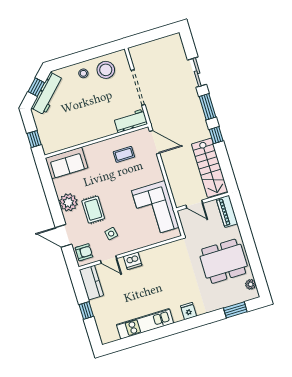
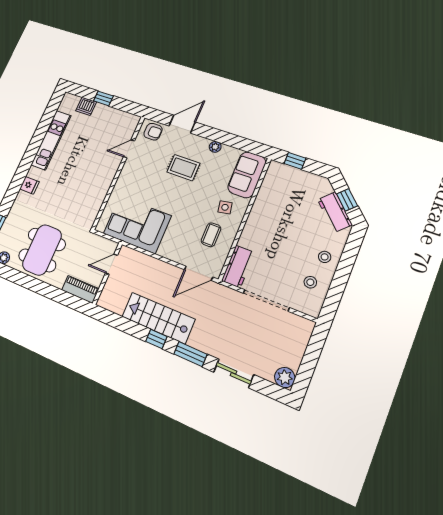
plant: (175, 41) -> (285, 377), added
stool: (106, 70) -> (310, 282), width x0.53, depth x0.53
workbench: (47, 94) -> (335, 212), width x0.73
stairs: (210, 168) -> (158, 318), moved
plant: (68, 202) -> (215, 147), width x0.53, depth x0.53
side table: (111, 234) -> (225, 207), moved
armchair: (84, 252) -> (153, 132), turned -90
dishwasher: (133, 261) -> (86, 106), moved, turned -90
kitchen counter: (91, 283) -> (122, 119), removed

